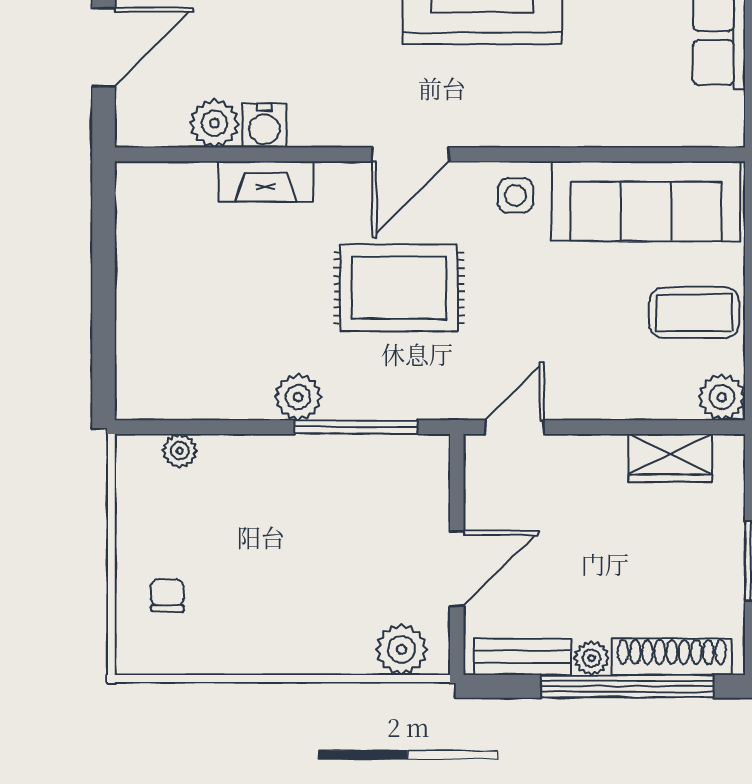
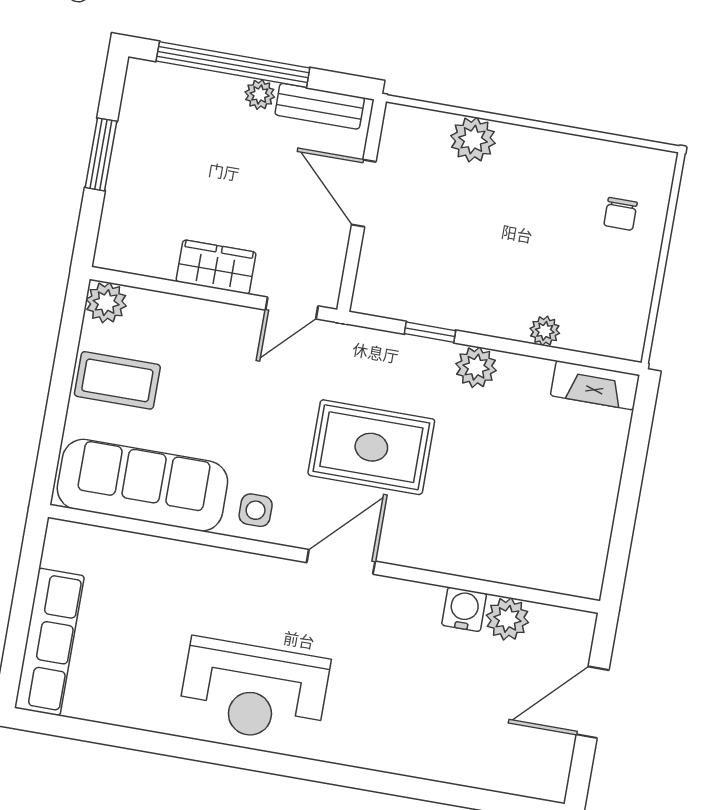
fireplace: (266, 181) -> (595, 385), moved, turned 180
window: (356, 427) -> (430, 332), width x0.46
plant: (180, 451) -> (545, 331), moved
wardrobe: (670, 458) -> (216, 267), moved
door: (457, 569) -> (364, 193), hinge flipped
plant: (401, 649) -> (473, 140), moved
shoe rack: (672, 657) -> (189, 83), removed

